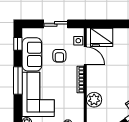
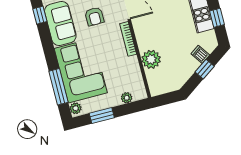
window: (18, 80) -> (58, 87), moved

